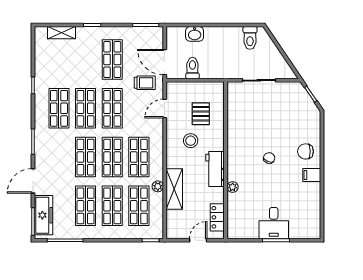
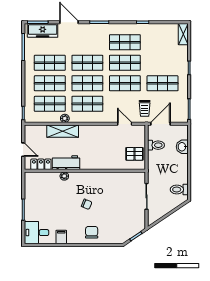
shelving: (61, 33) -> (183, 34), moved
pallet: (201, 114) -> (135, 154), moved
stool: (191, 141) -> (100, 144), removed
workbench: (215, 169) -> (66, 163), moved
filing cabinet: (312, 175) -> (61, 237), moved
desk: (274, 223) -> (36, 233), moved

